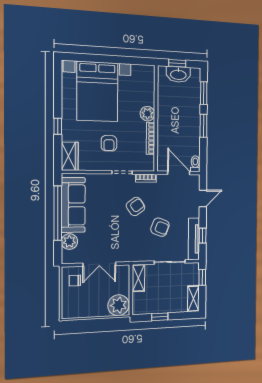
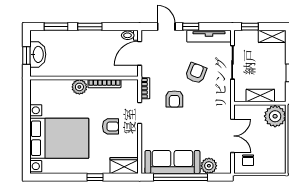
armchair: (136, 206) -> (174, 99), turned -145
window: (203, 236) -> (191, 27), moved
shelving: (138, 278) -> (260, 96), moved

